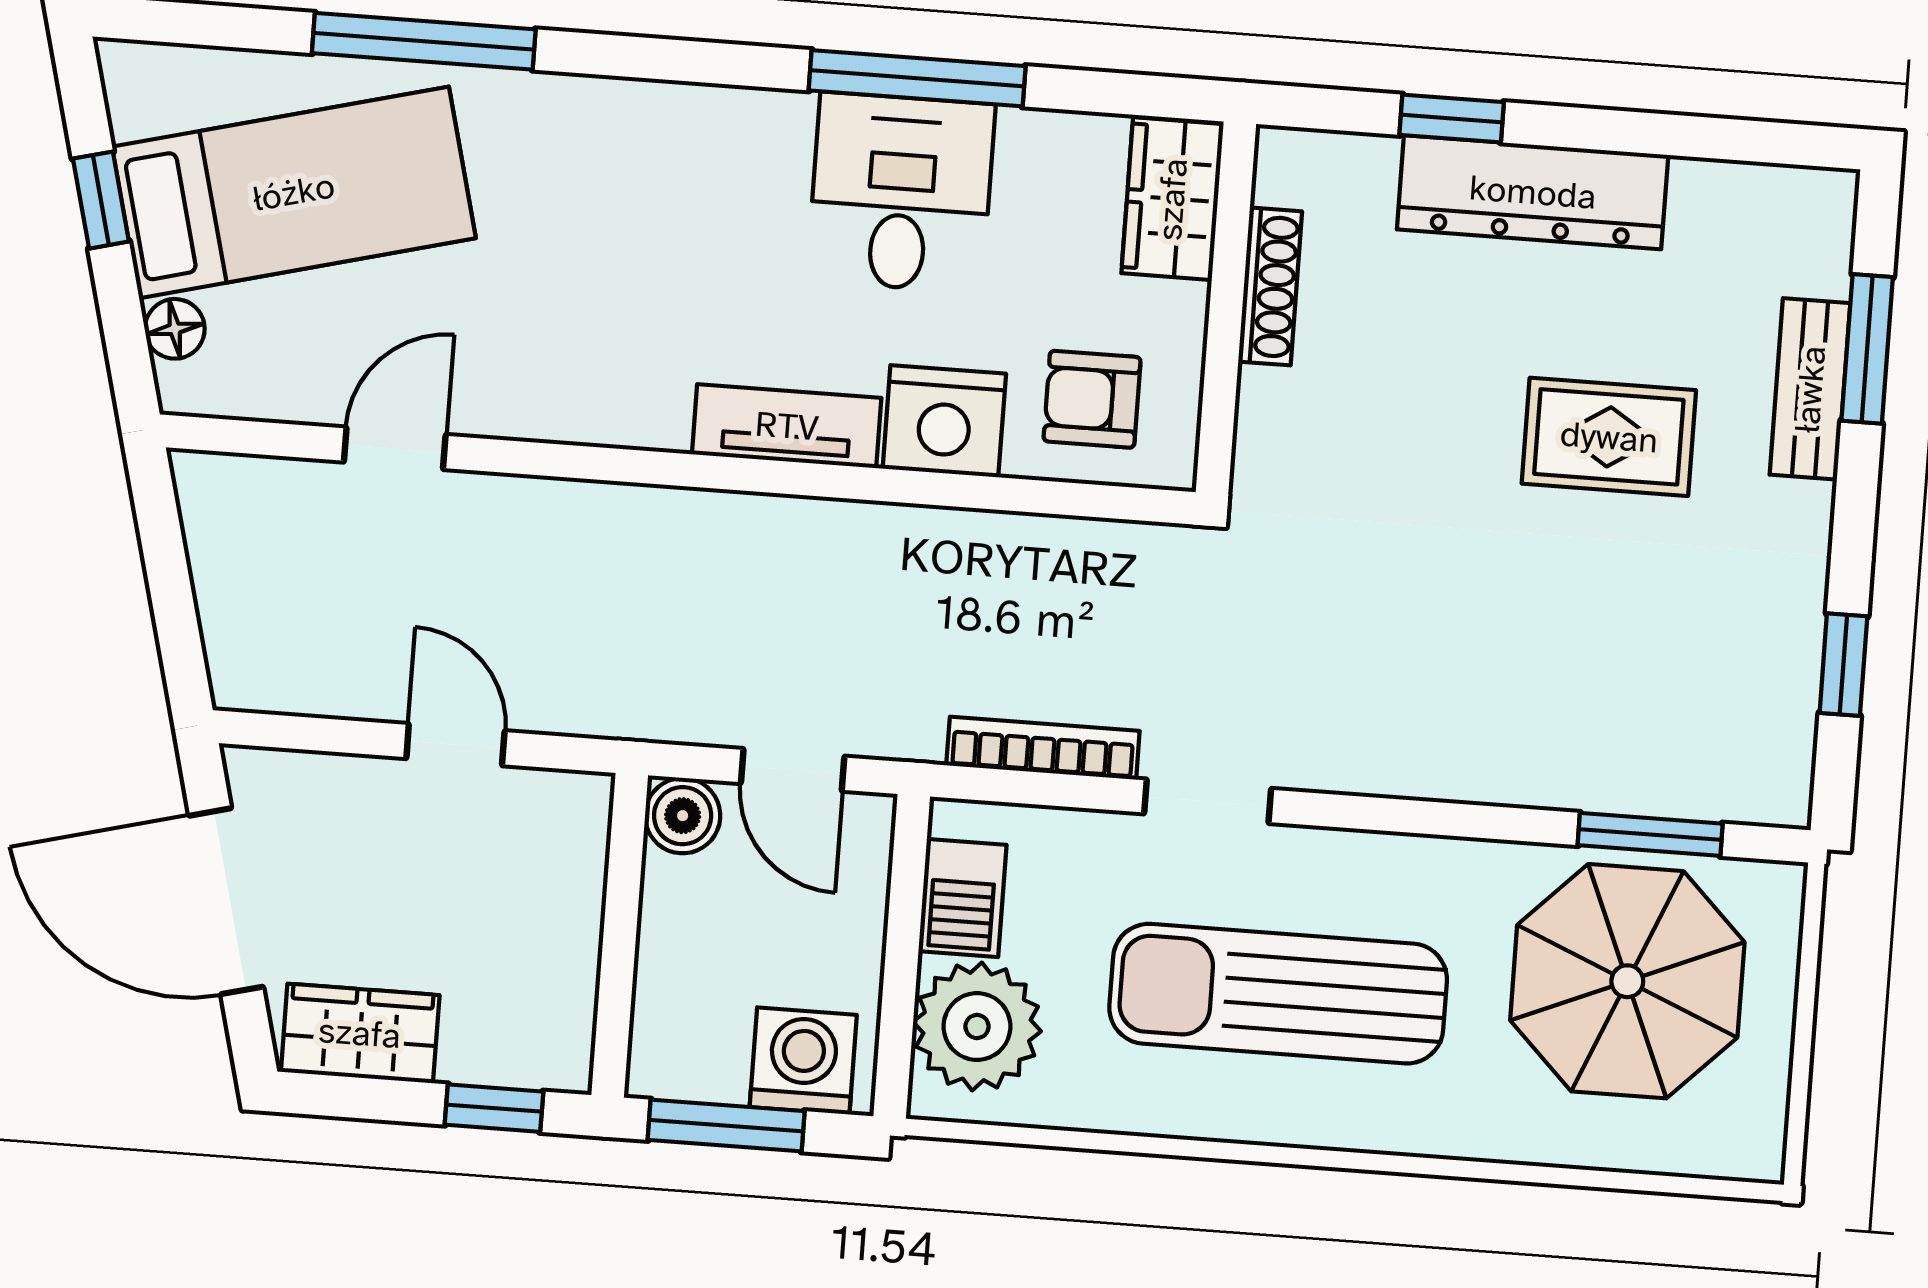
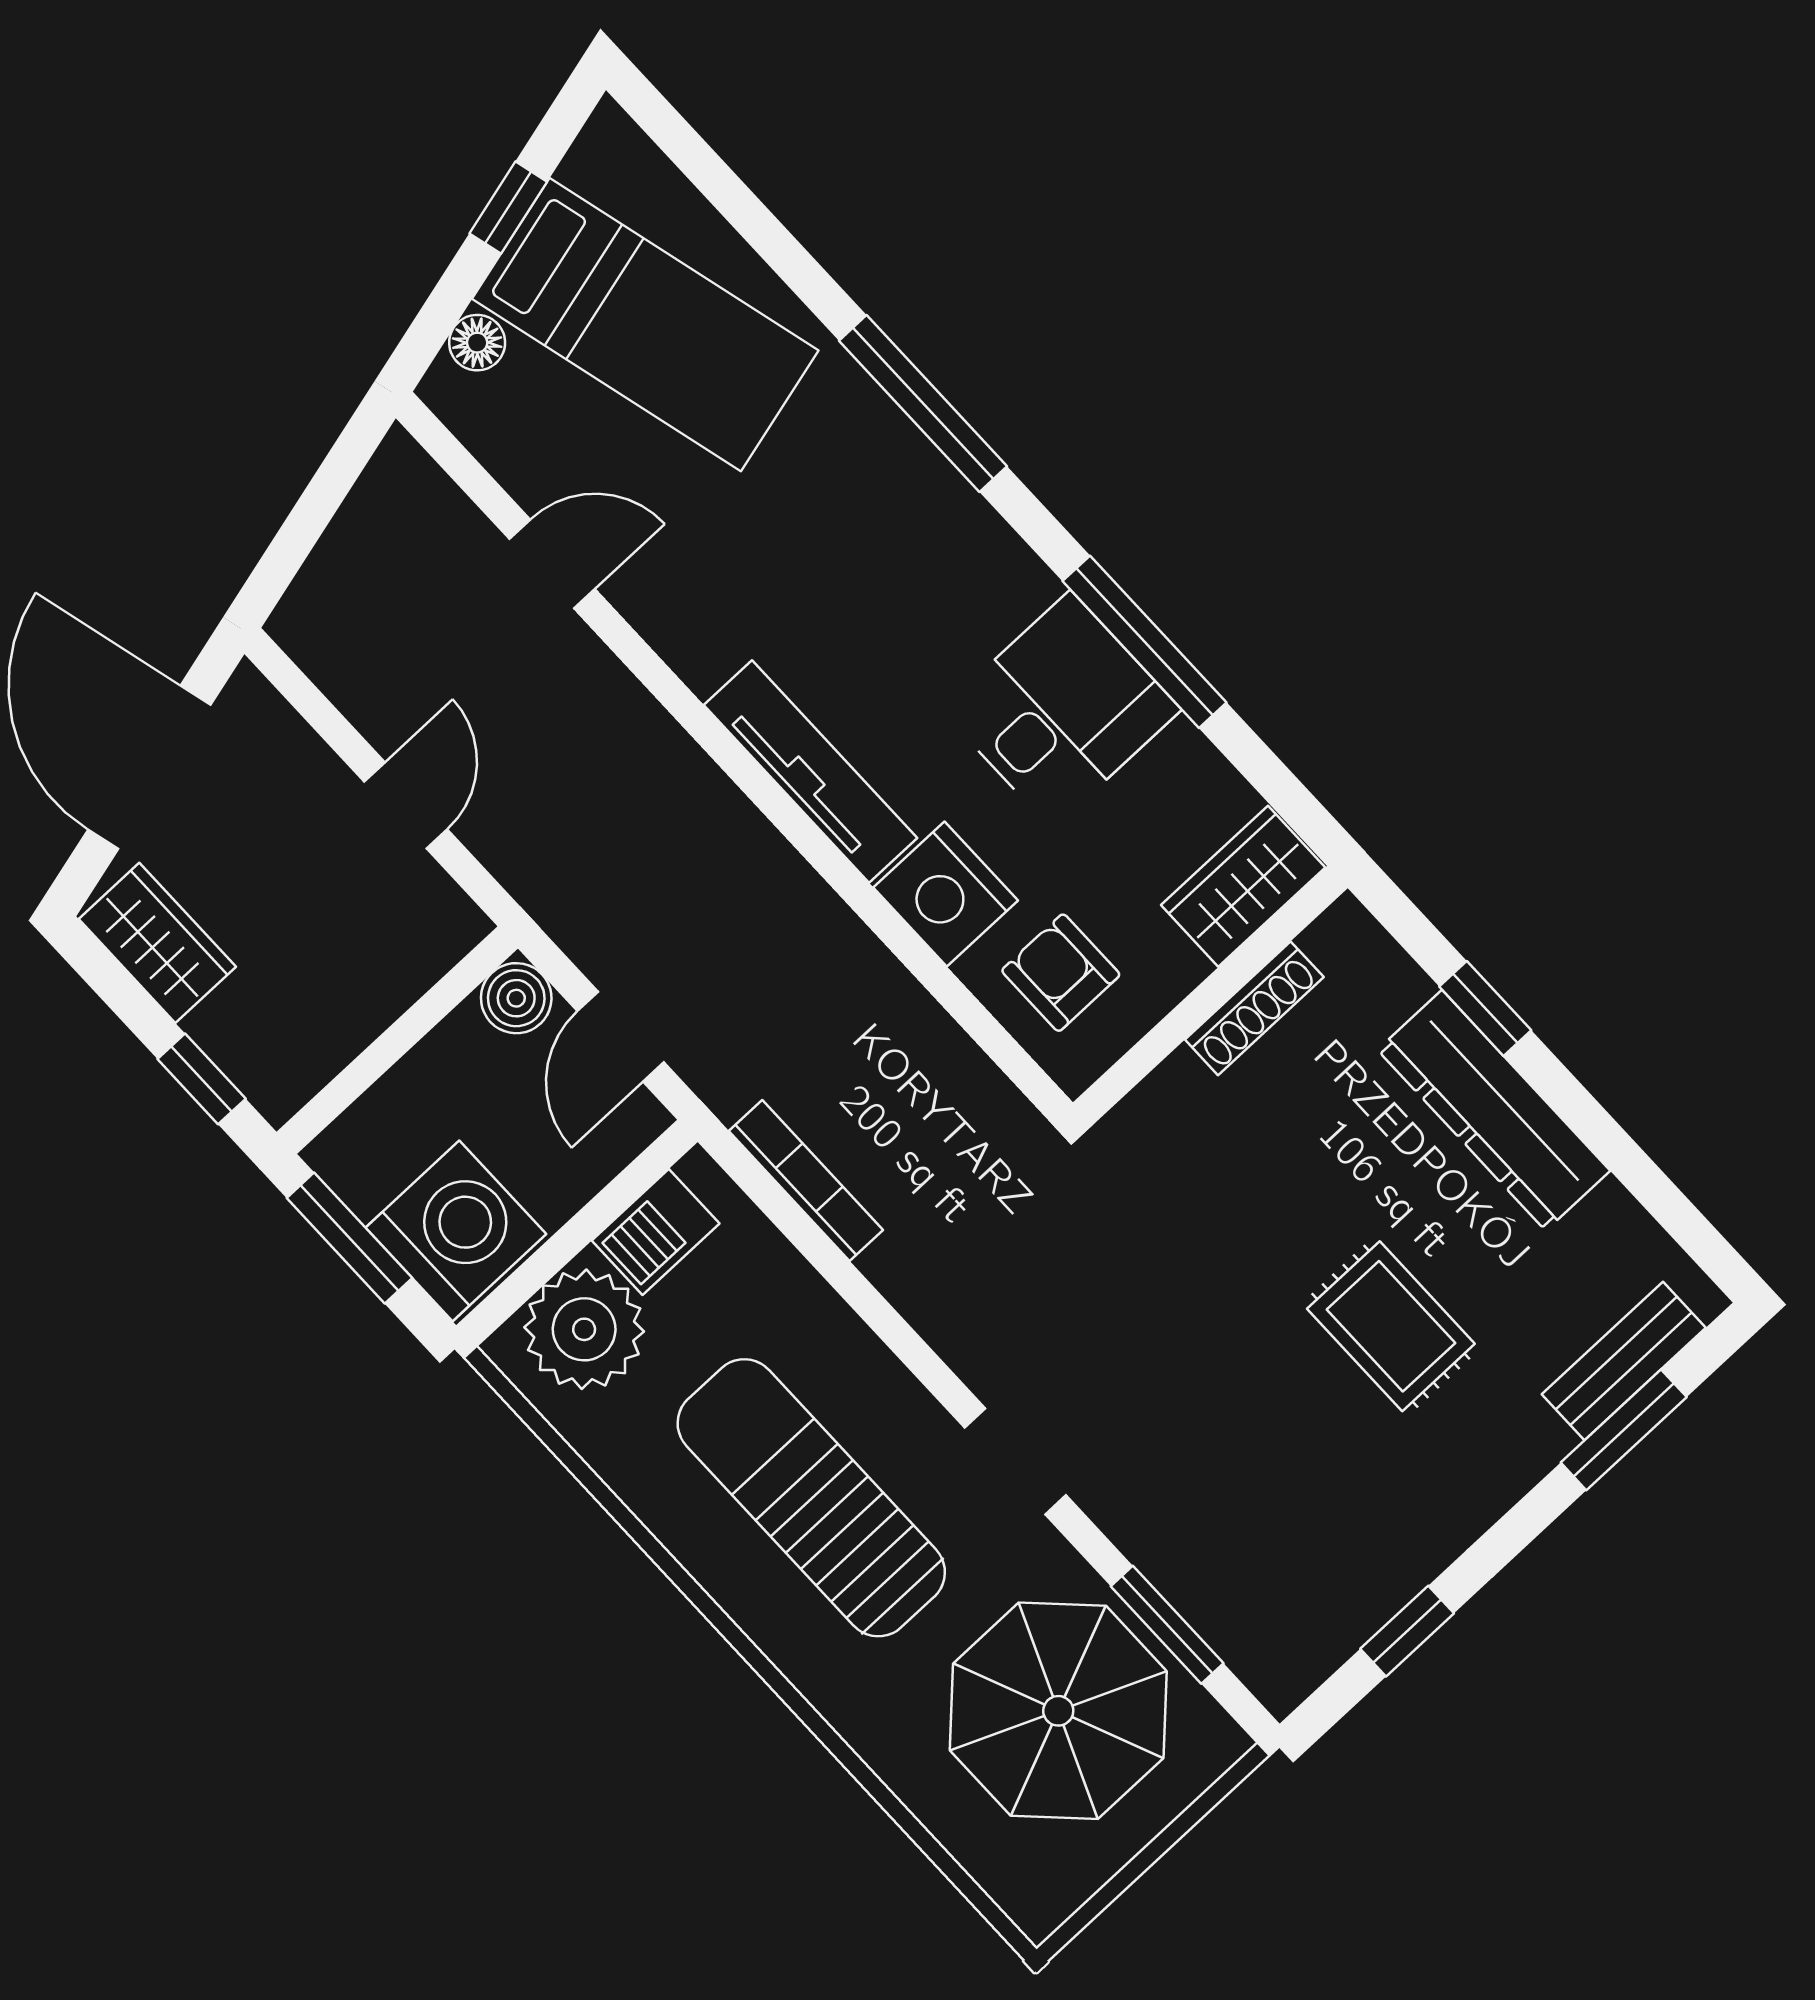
window: (424, 41) -> (923, 403), moved
bench: (1810, 389) -> (1624, 1361), moved
tv unit: (787, 426) -> (811, 772), width x1.41
doorway: (1208, 801) -> (1015, 1461), moved
washing machine: (803, 1061) -> (456, 1231), width x1.37, depth x1.37

